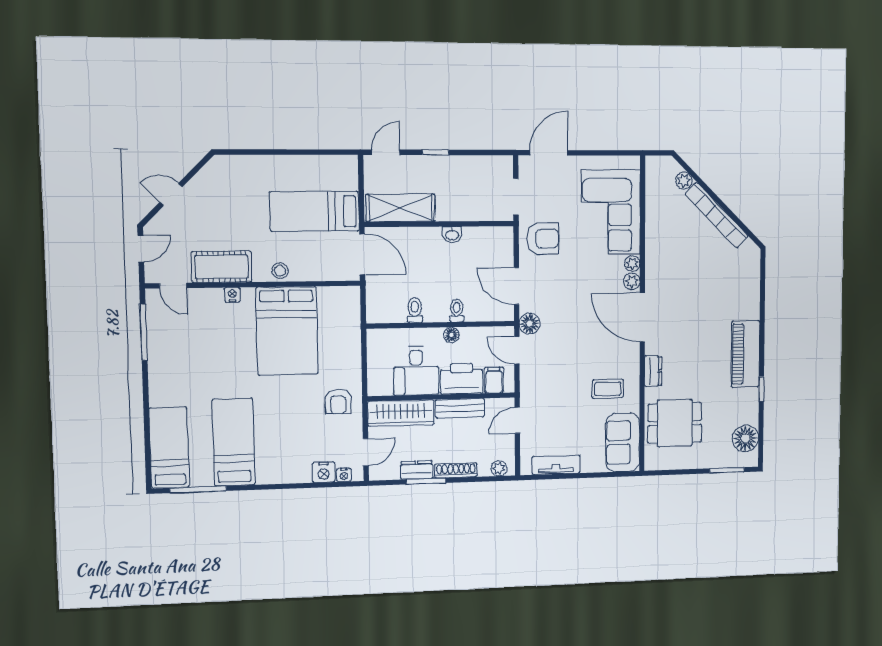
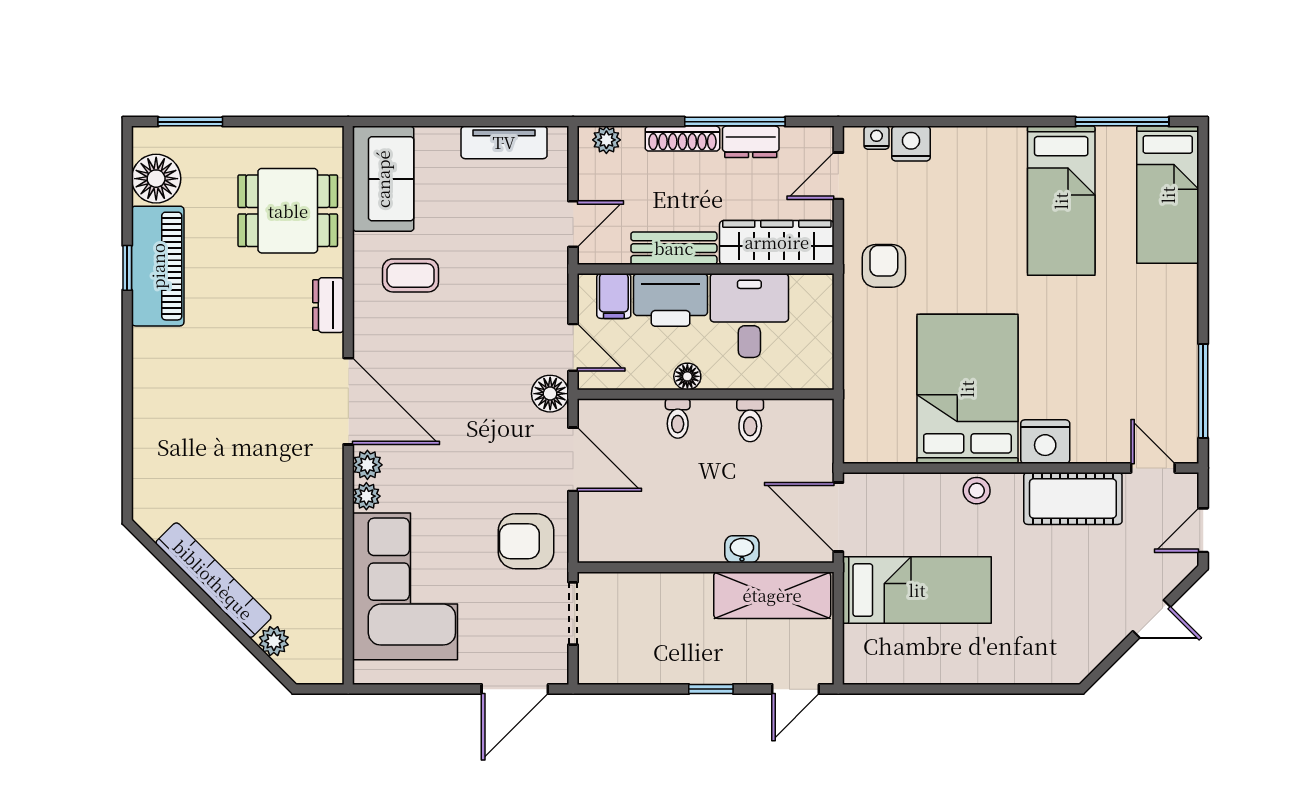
washbasin: (452, 235) -> (742, 549), moved
nightstand: (232, 295) -> (1045, 442), width x1.89, depth x1.79
piano: (745, 354) -> (158, 266), moved
window: (426, 481) -> (735, 122), width x1.44

